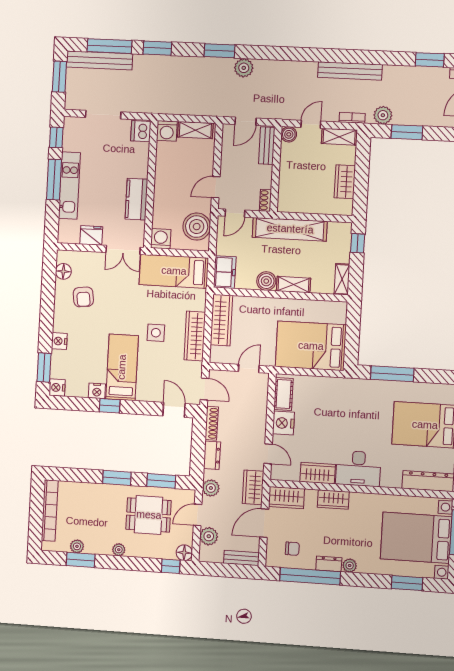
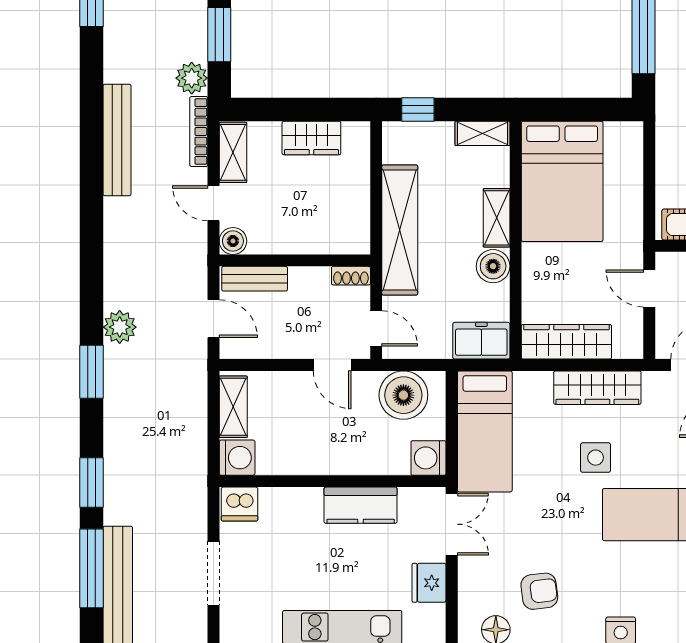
bookcase: (352, 118) -> (199, 131), width x1.56
bed: (311, 346) -> (562, 181), moved

